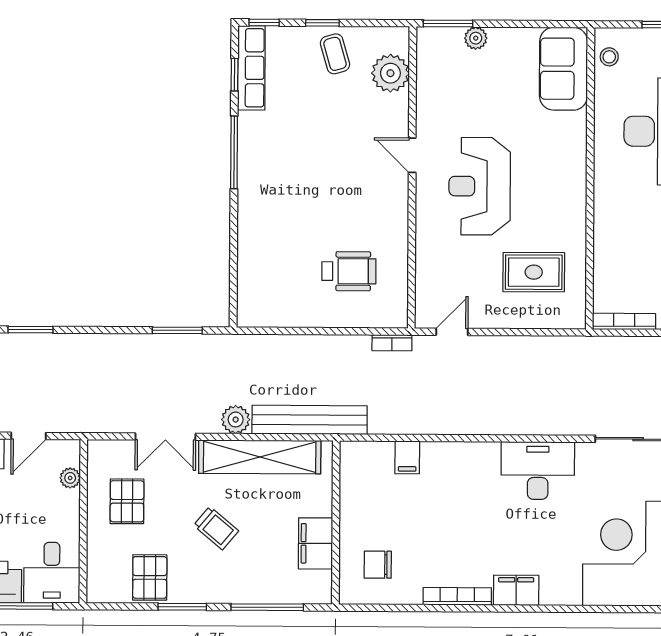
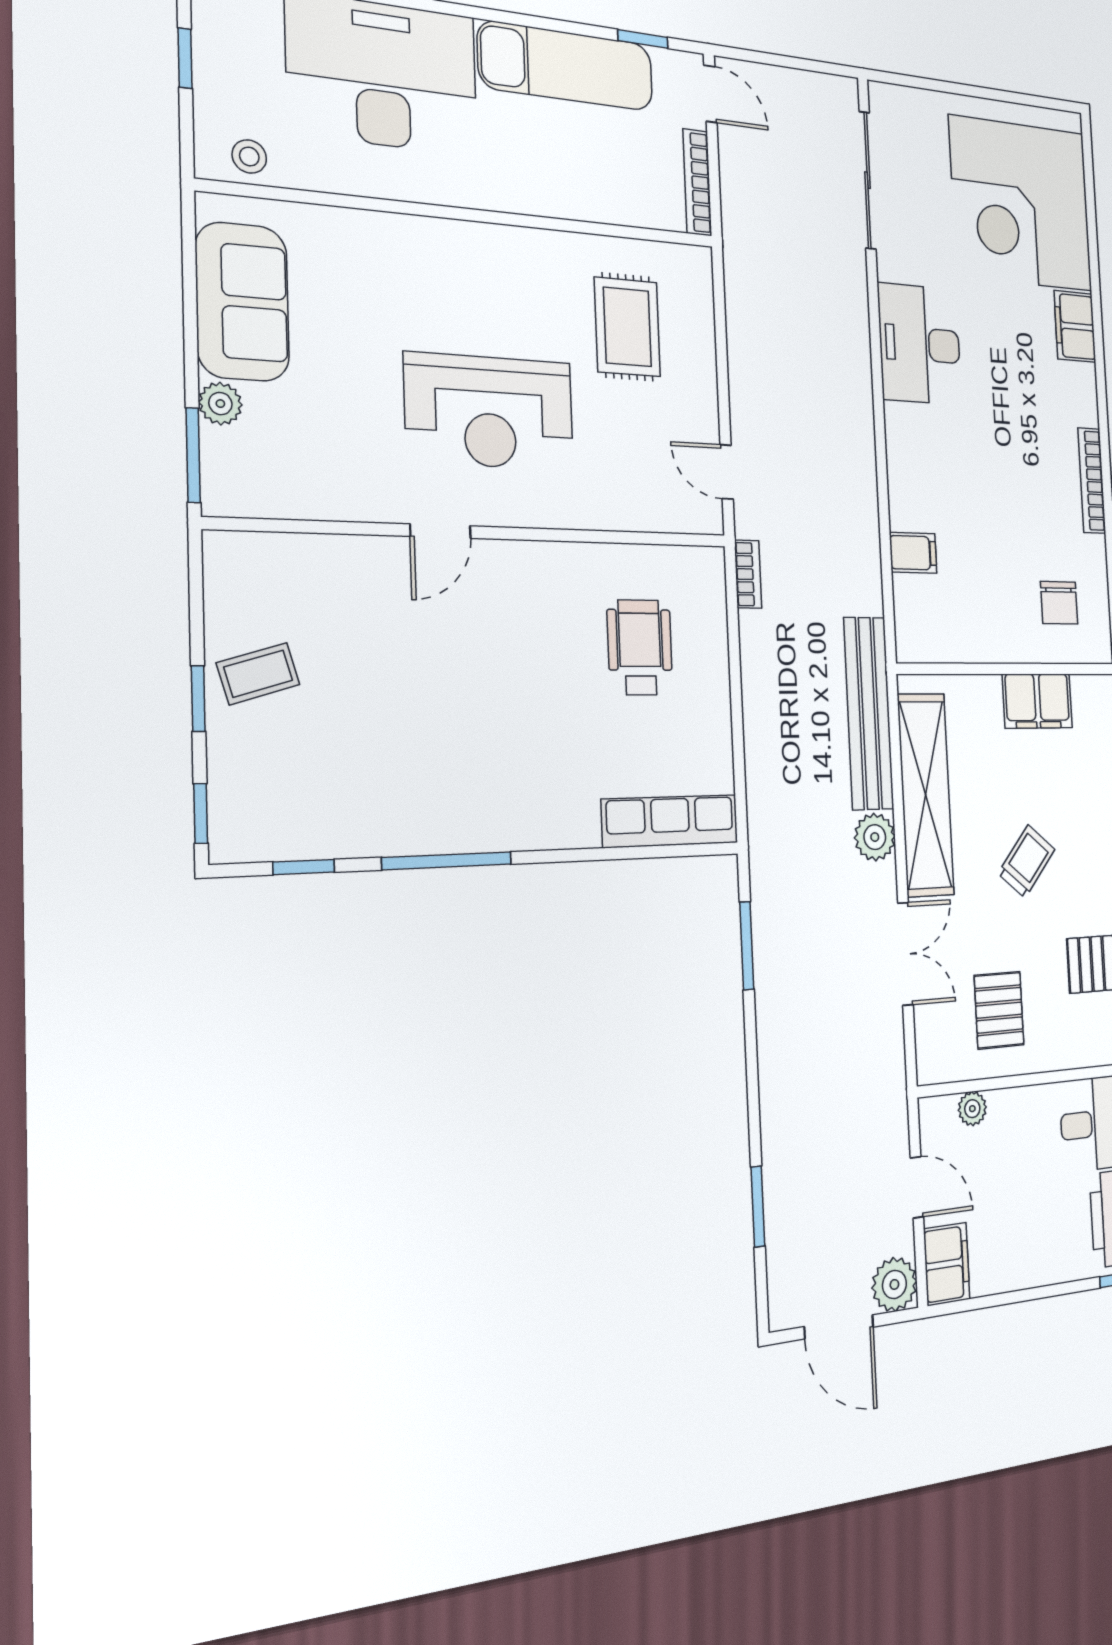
row of seats: (251, 68) -> (670, 821), moved
sofa: (564, 69) -> (242, 302), moved, turned -90
plant: (390, 73) -> (292, 568), removed
pallet: (127, 501) -> (999, 1010), turned 90
filing cabinet: (516, 590) -> (1075, 326), moved

